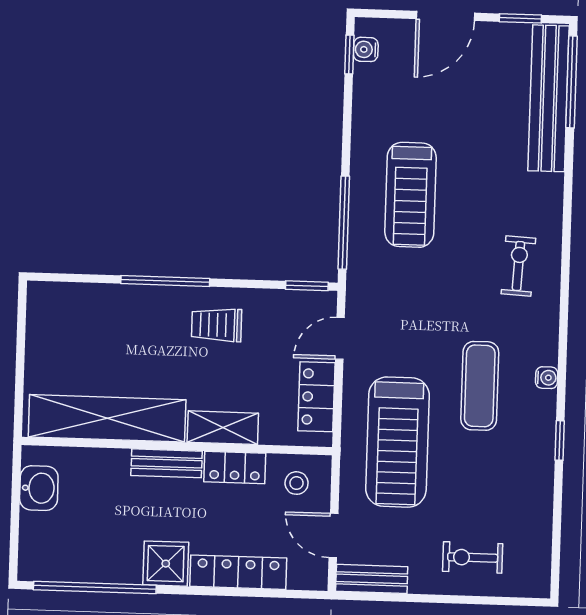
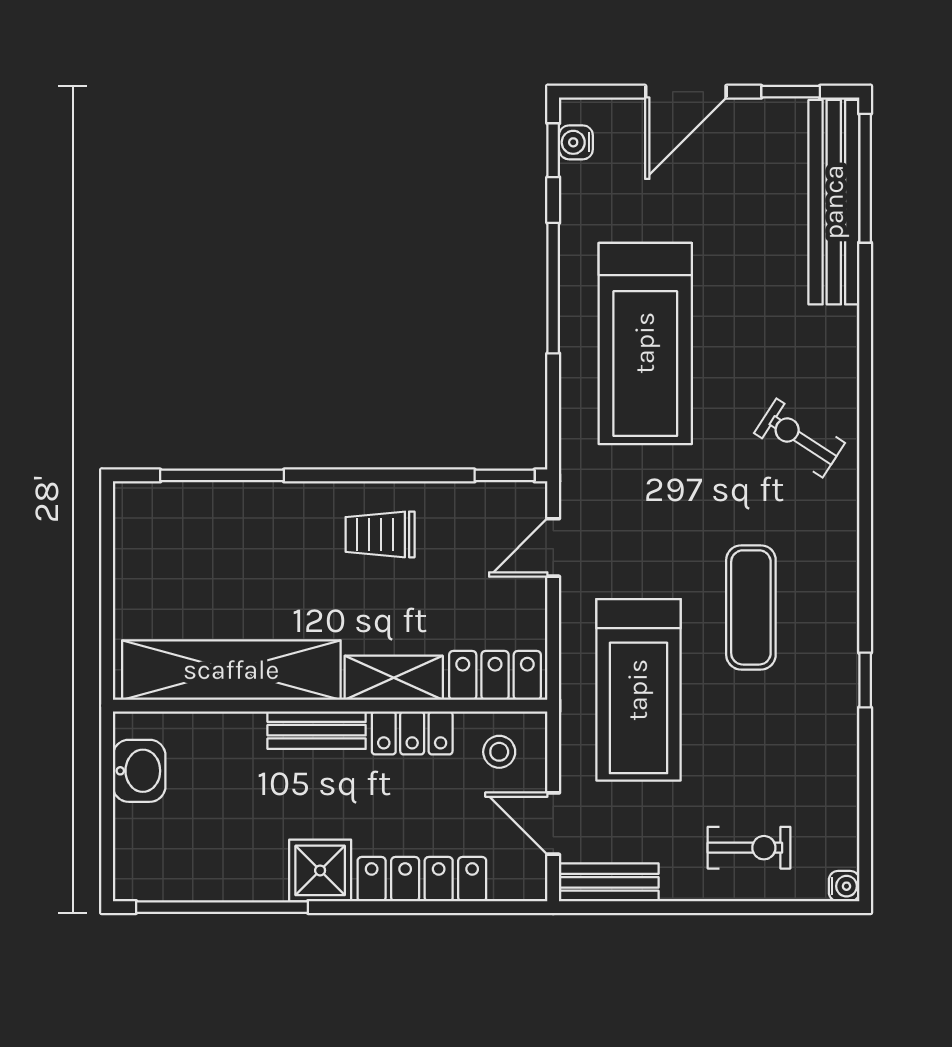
treadmill: (411, 195) -> (645, 343), width x1.37, depth x1.38
window: (344, 223) -> (553, 288), moved
exercise bike: (518, 266) -> (799, 438), turned -60
window: (165, 281) -> (222, 475), moved
water cooler: (547, 378) -> (844, 886), moved
locker: (316, 397) -> (495, 675), moved, turned 90
exercise bike: (473, 557) -> (749, 848), turned 180

